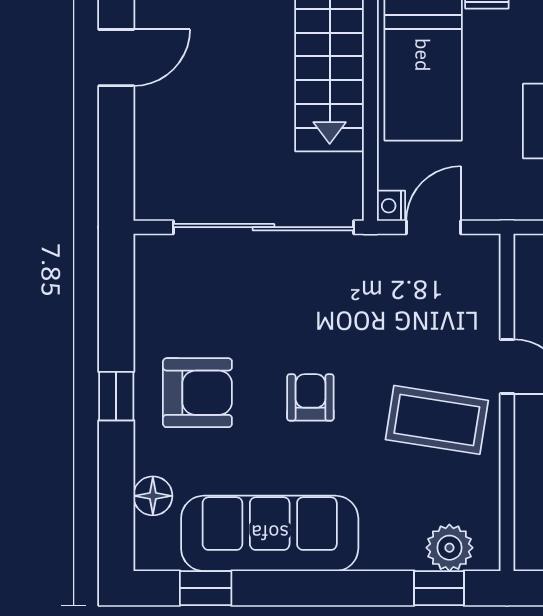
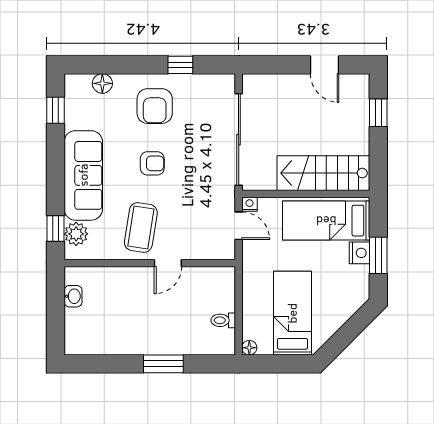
window: (116, 396) -> (180, 65), moved
sofa: (270, 533) -> (83, 175), moved

